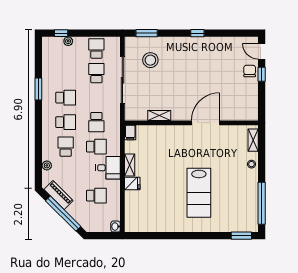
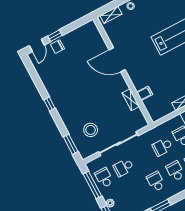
window: (95, 33) -> (92, 185), added
school desk: (96, 49) -> (104, 178), turned 90
school desk: (96, 122) -> (162, 147), turned 180
filing cabinet: (130, 132) -> (145, 93), moved

